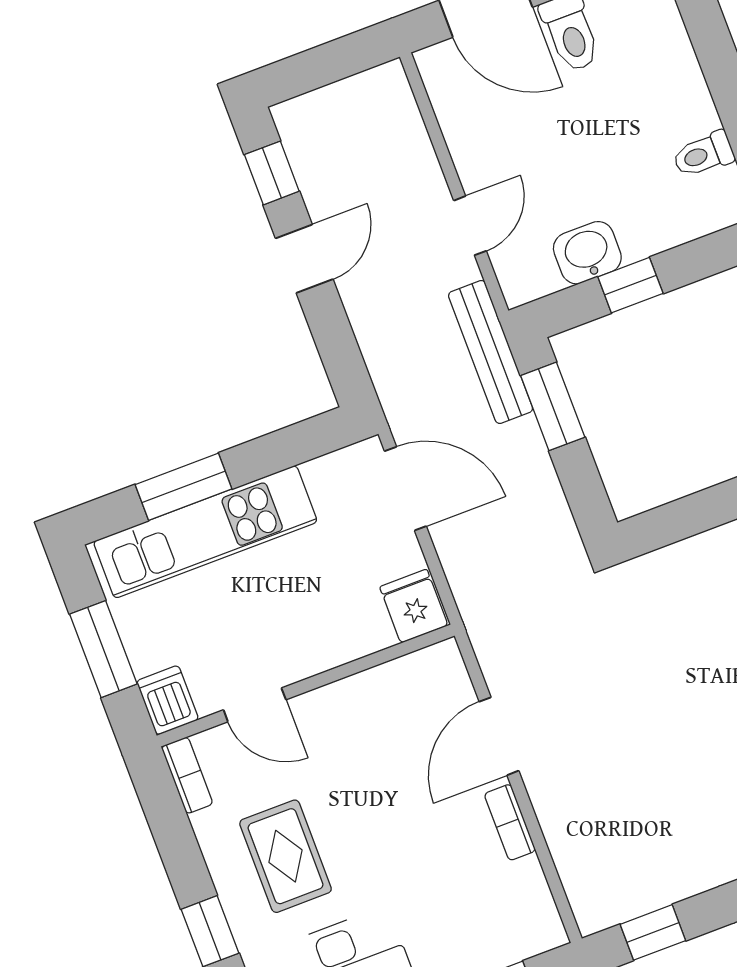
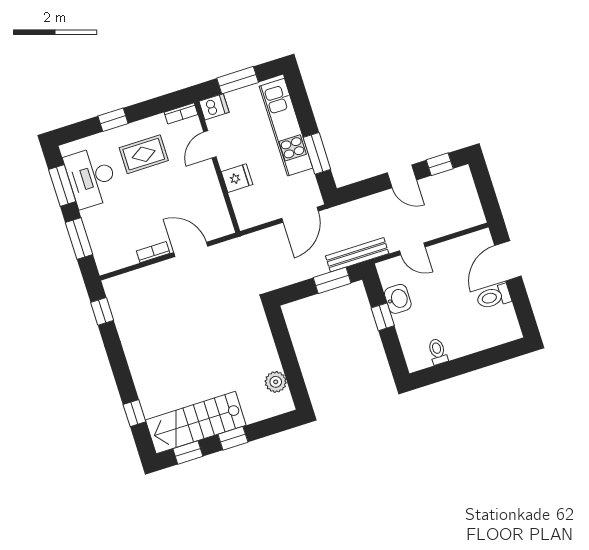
window: (184, 487) -> (317, 153), moved
fridge: (414, 606) -> (237, 178), moved

